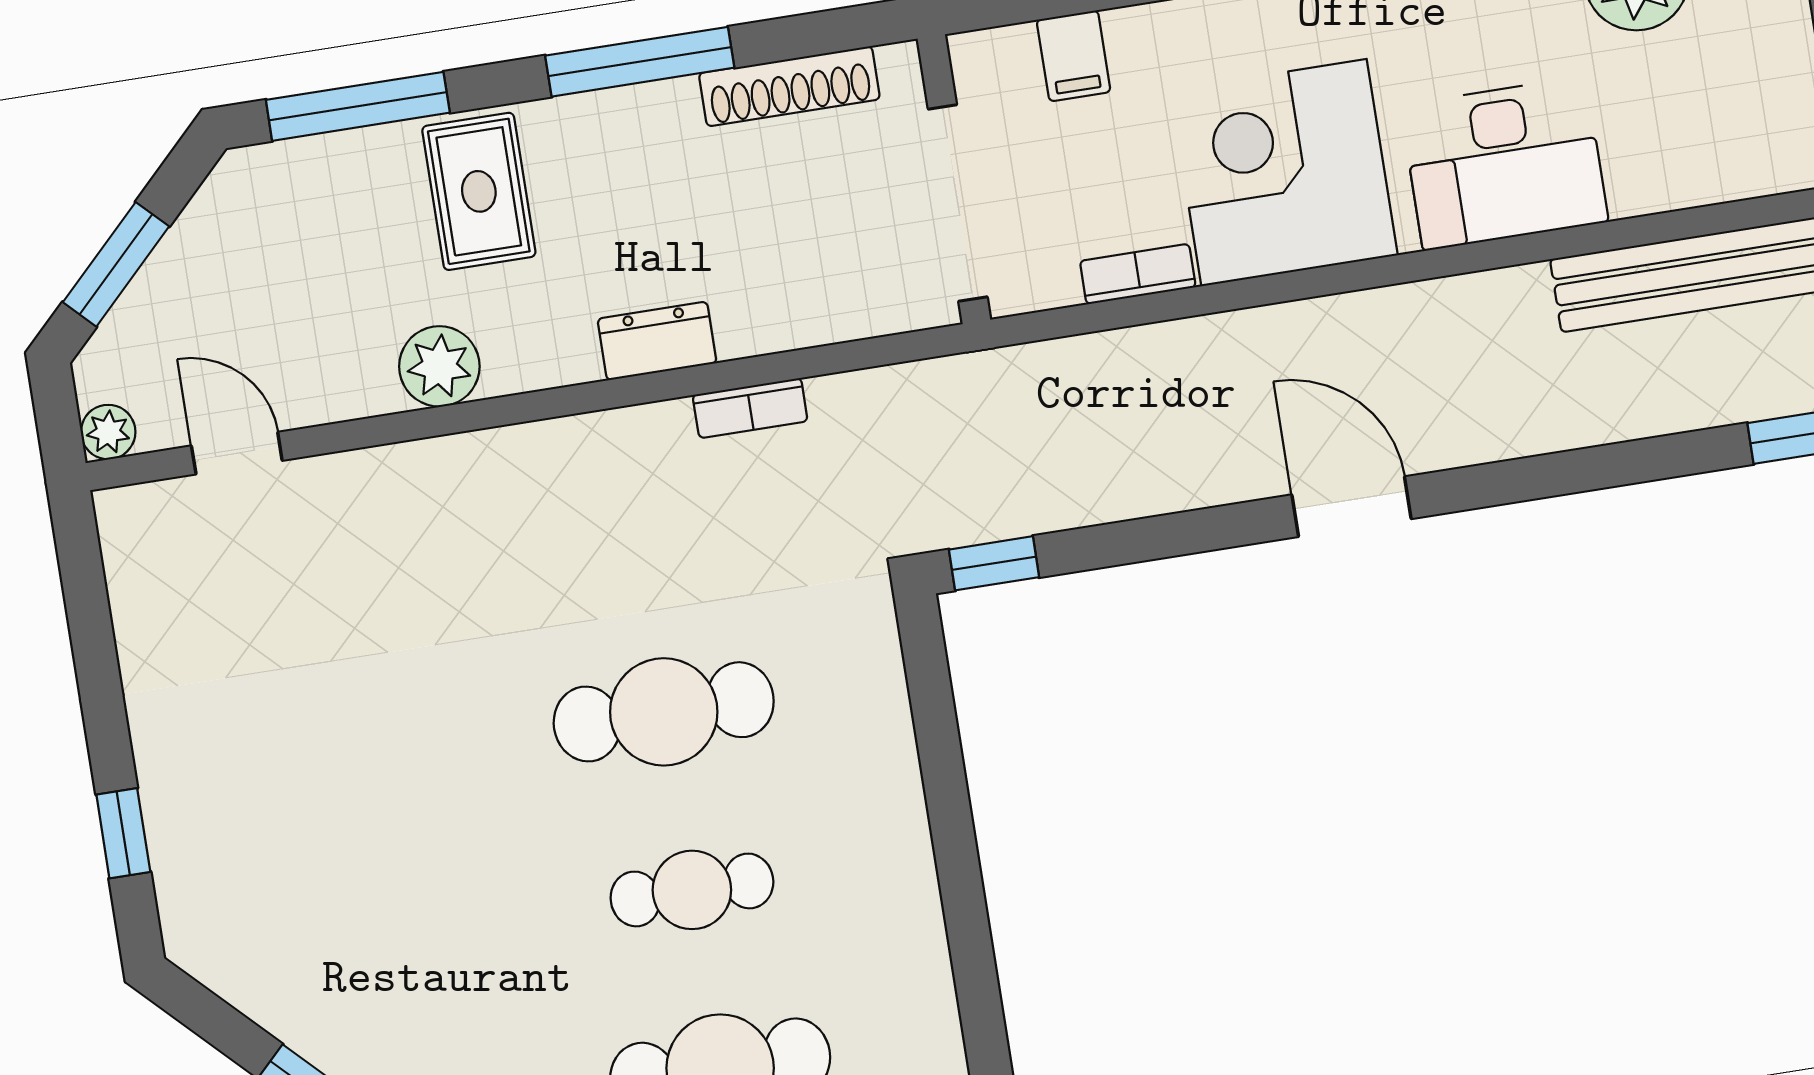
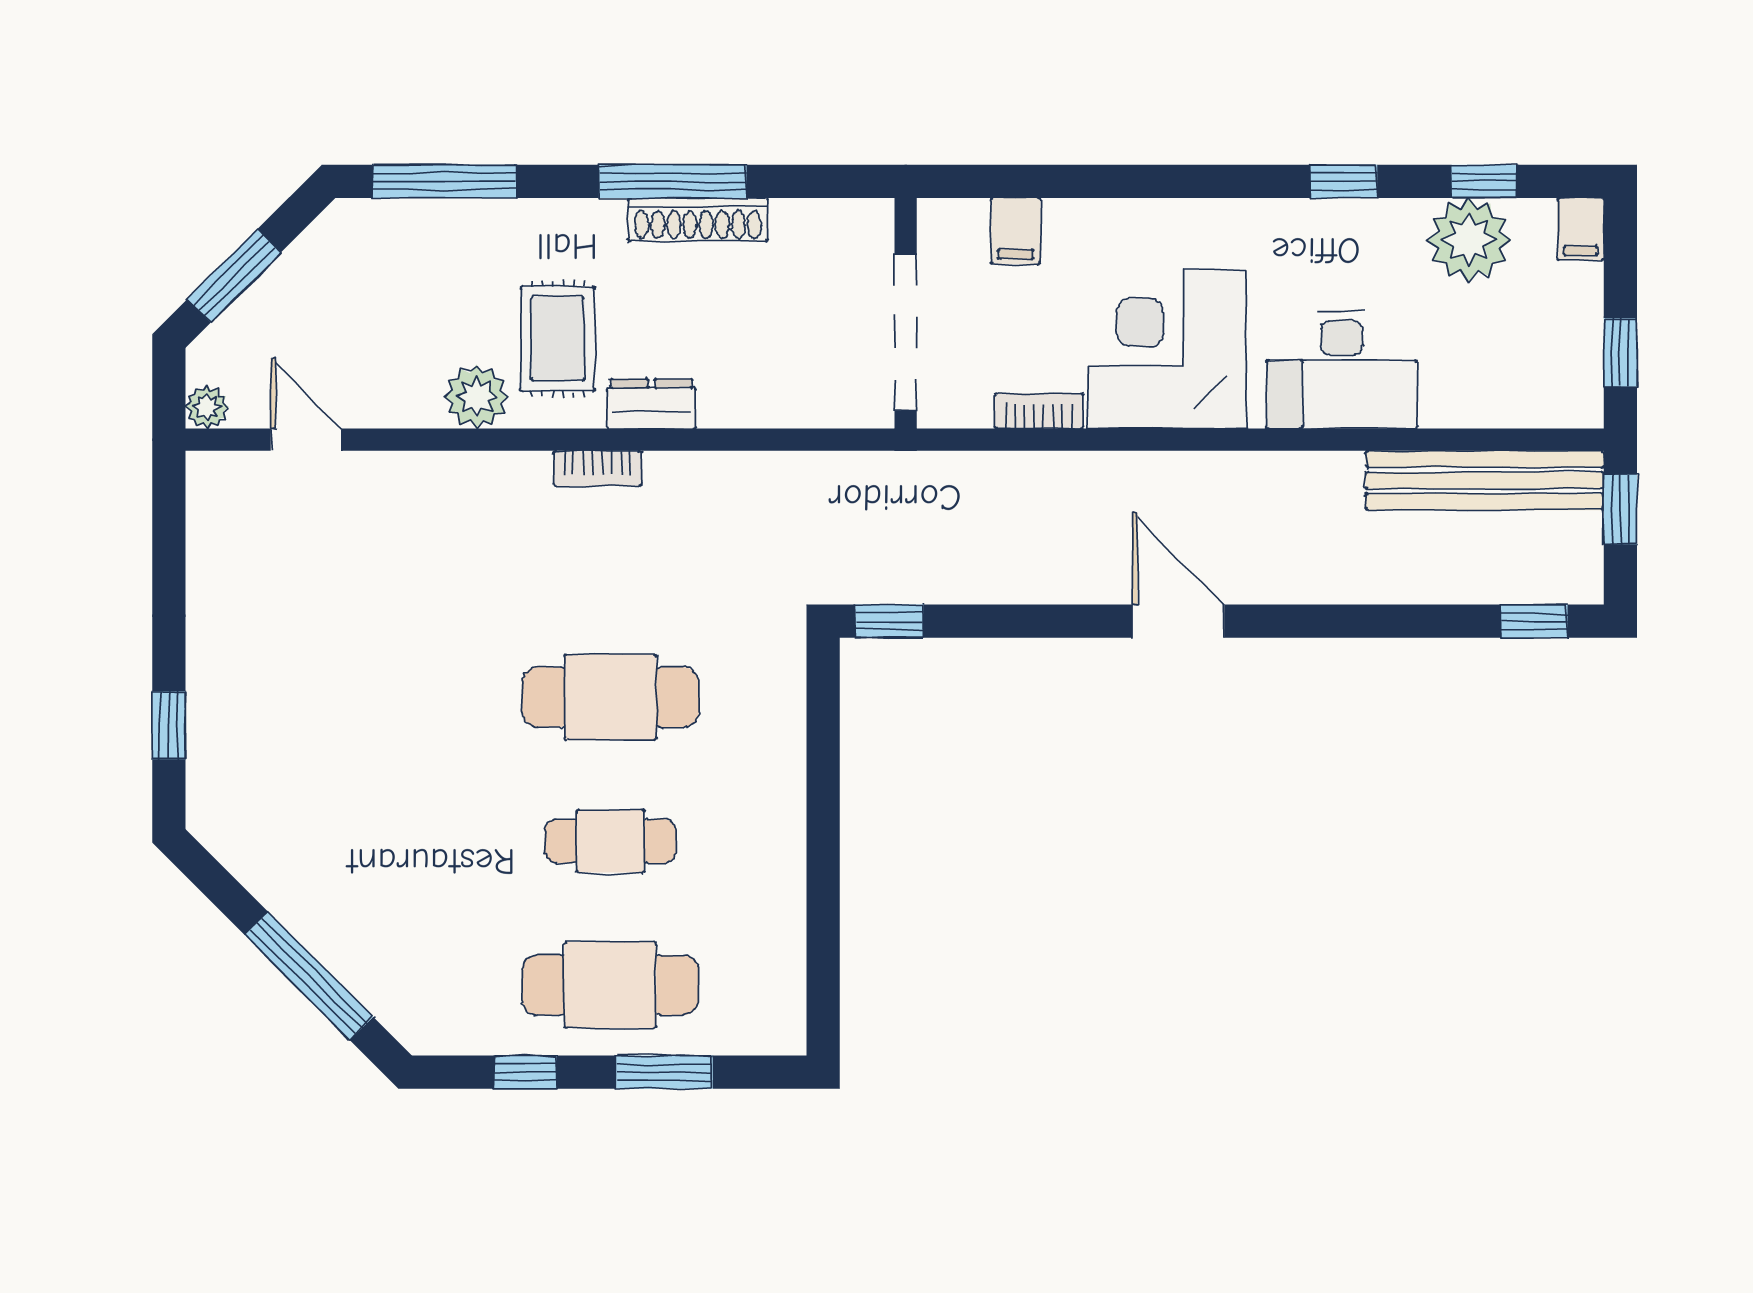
shoe rack: (789, 86) -> (698, 219), moved
rug: (479, 191) -> (558, 339), moved
bookcase: (750, 408) -> (597, 468), moved

